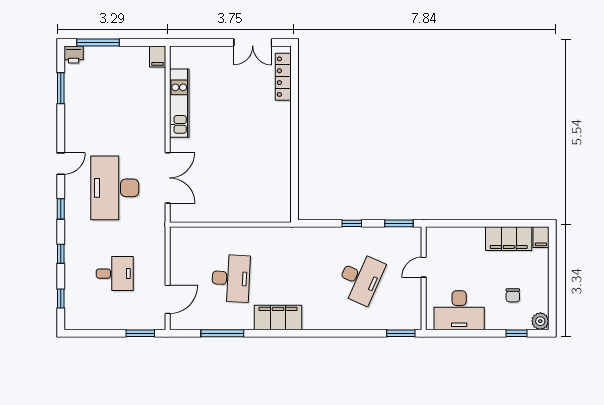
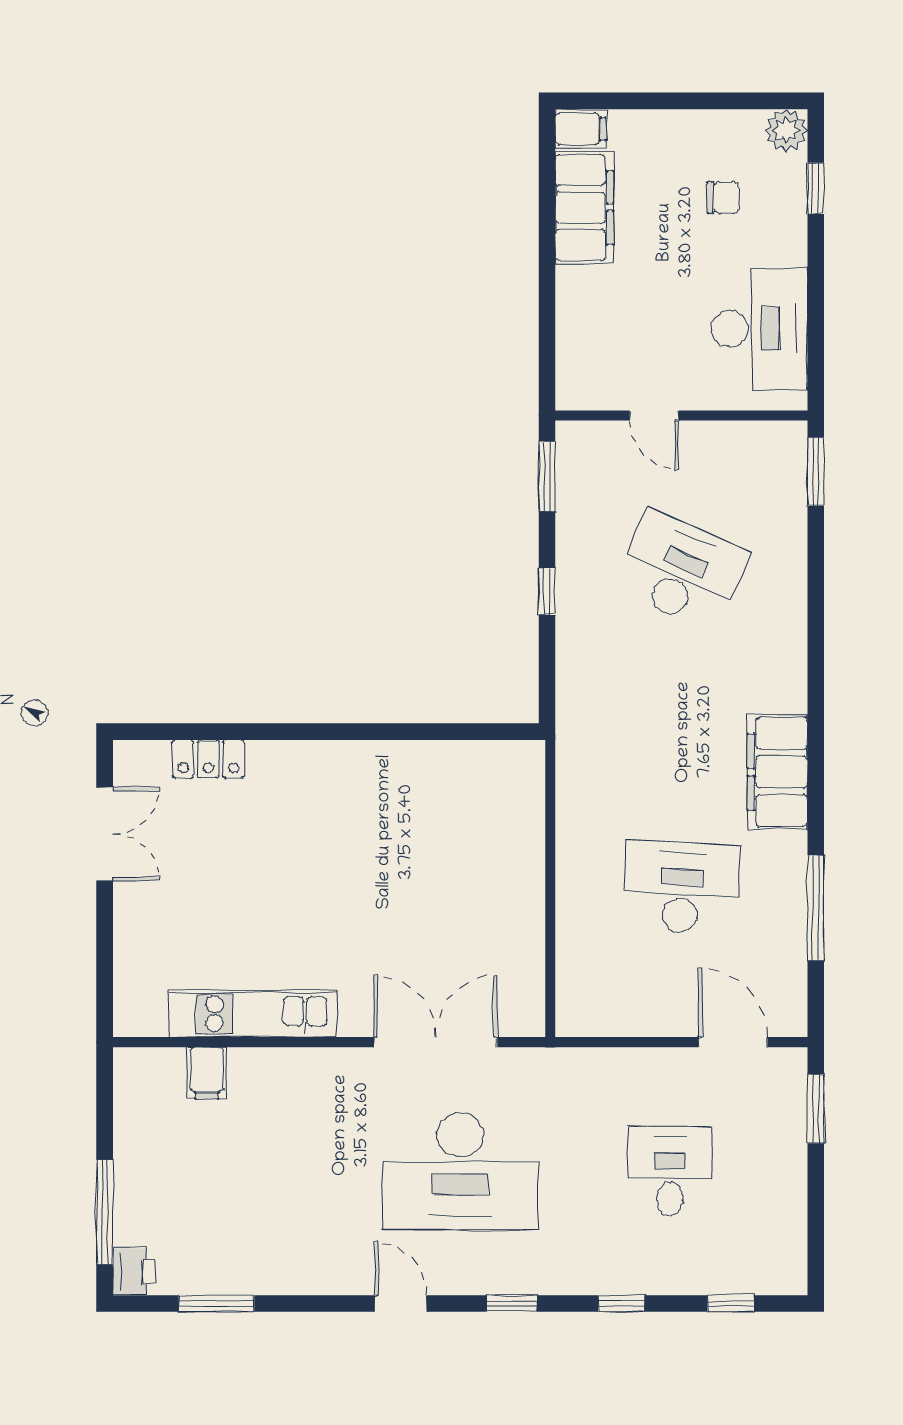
filing cabinet: (158, 56) -> (207, 1073), moved, turned 90
locker: (283, 77) -> (208, 759), width x0.66

